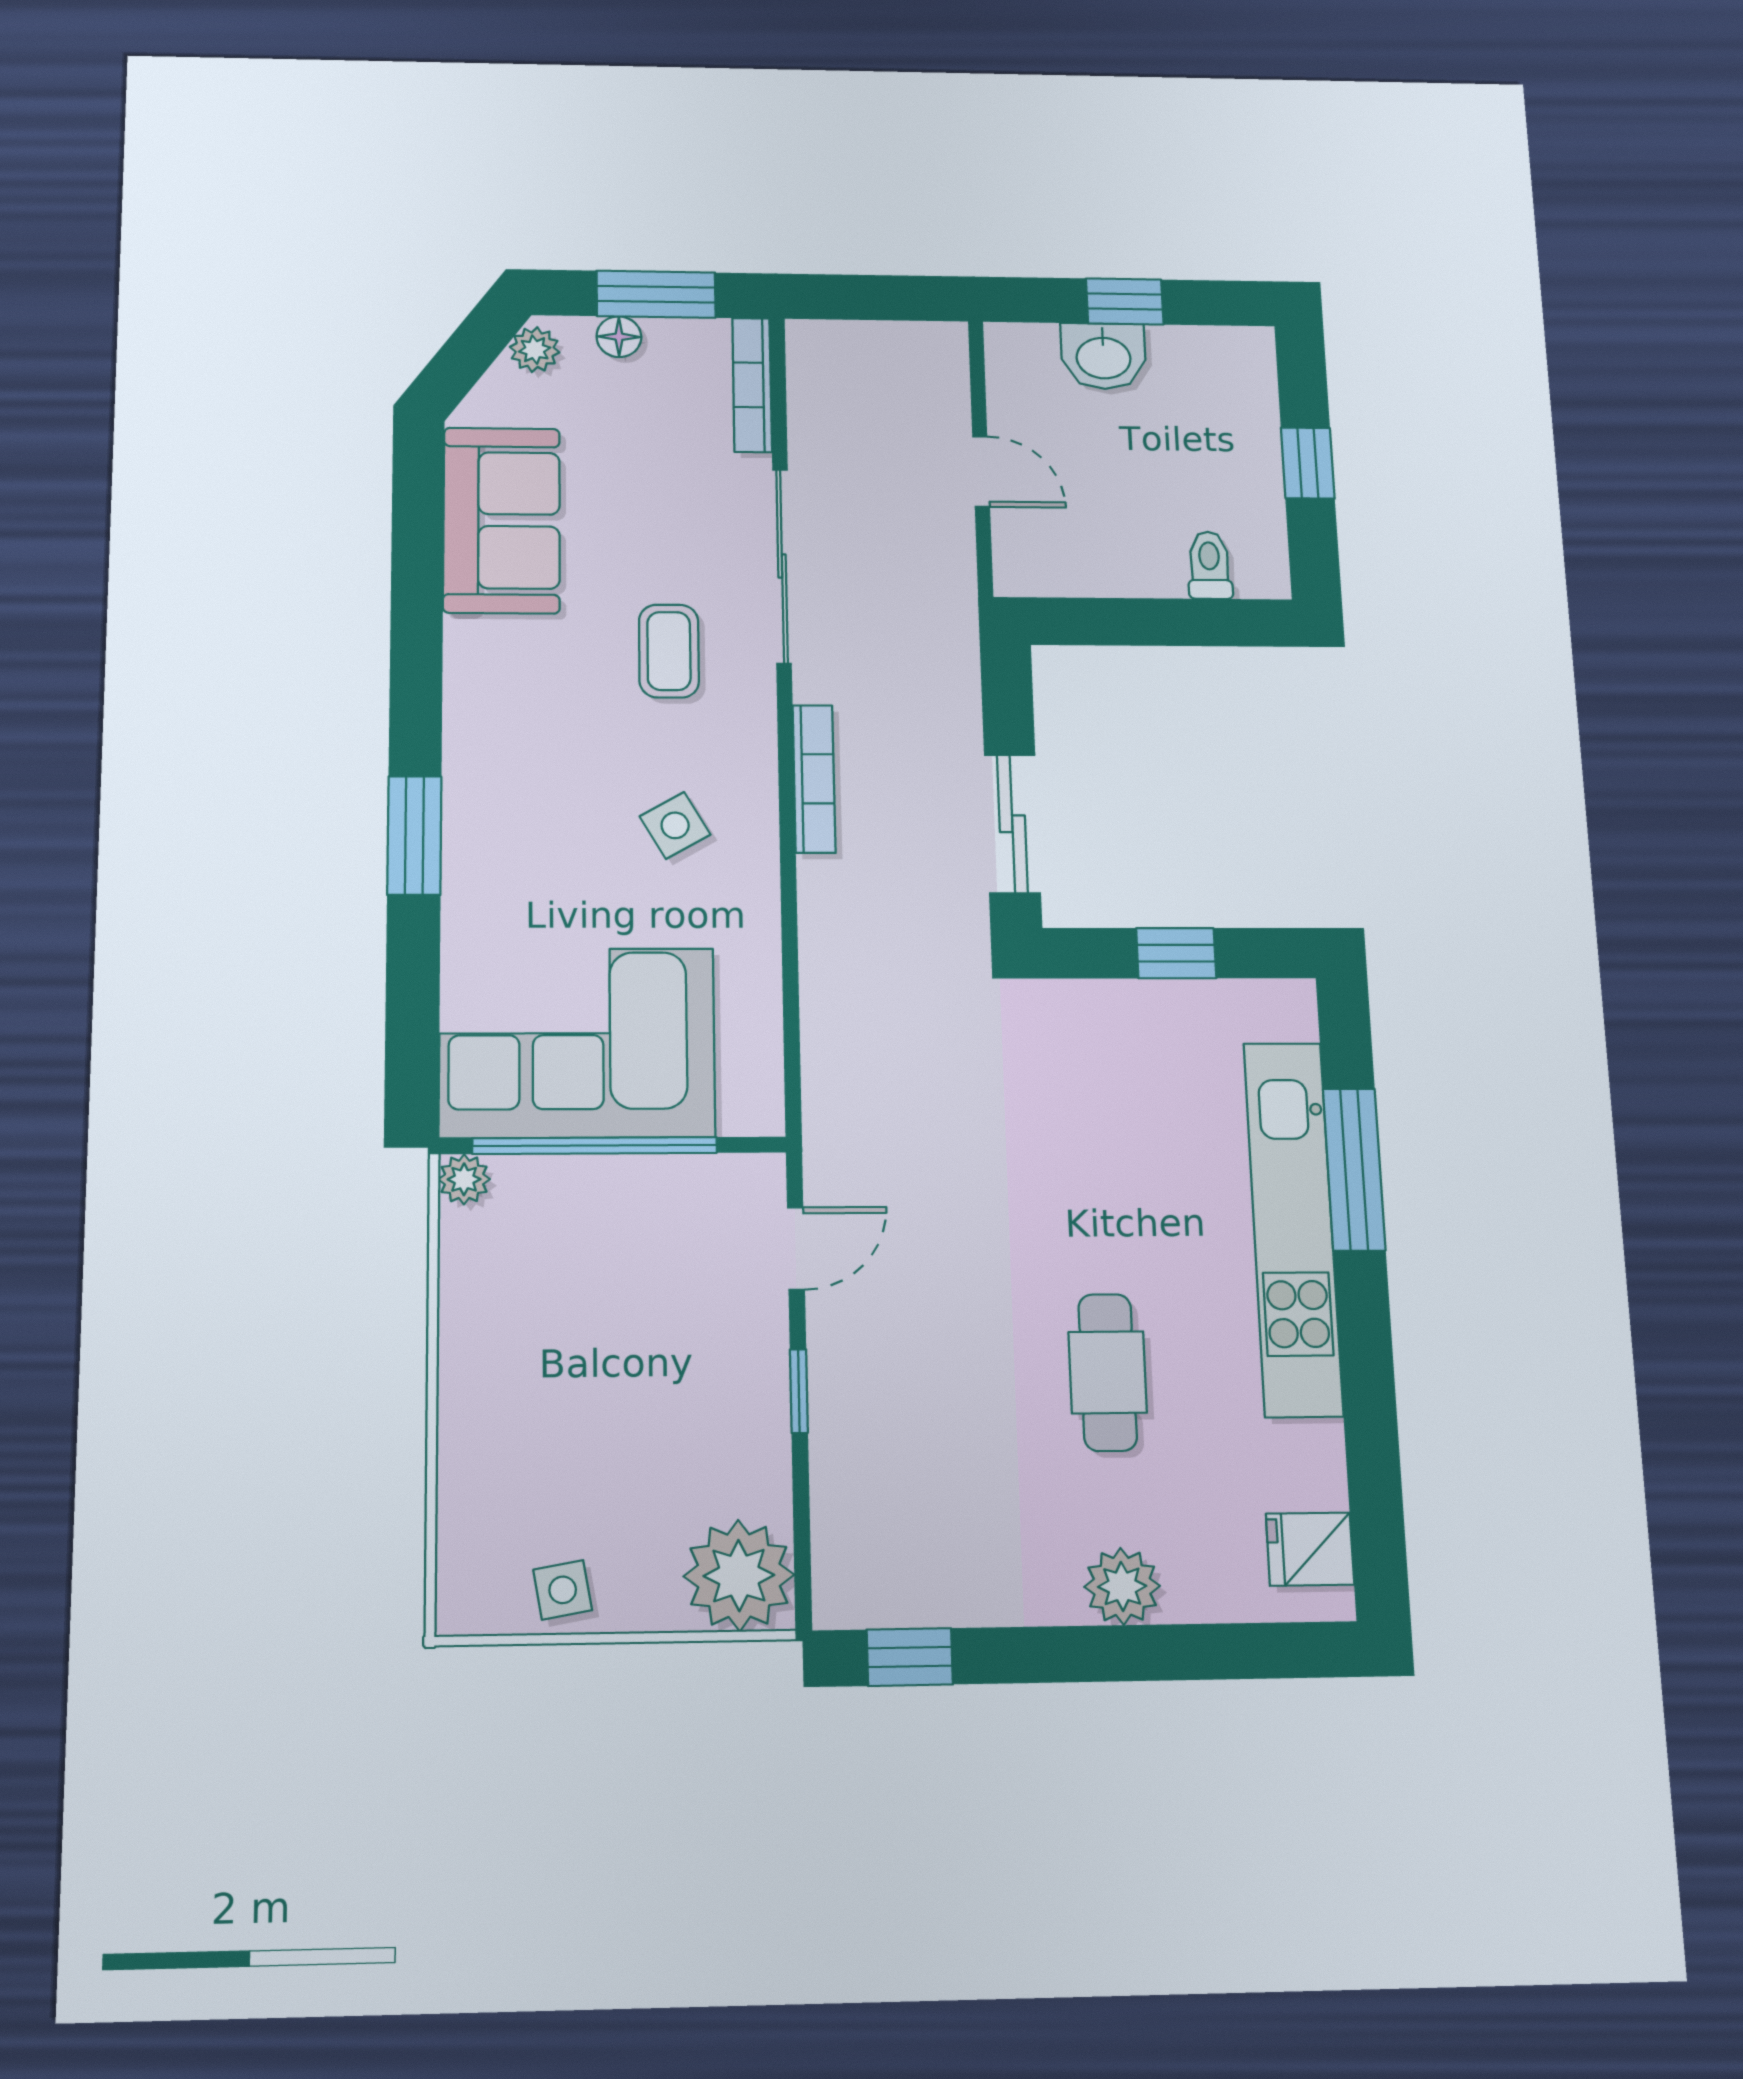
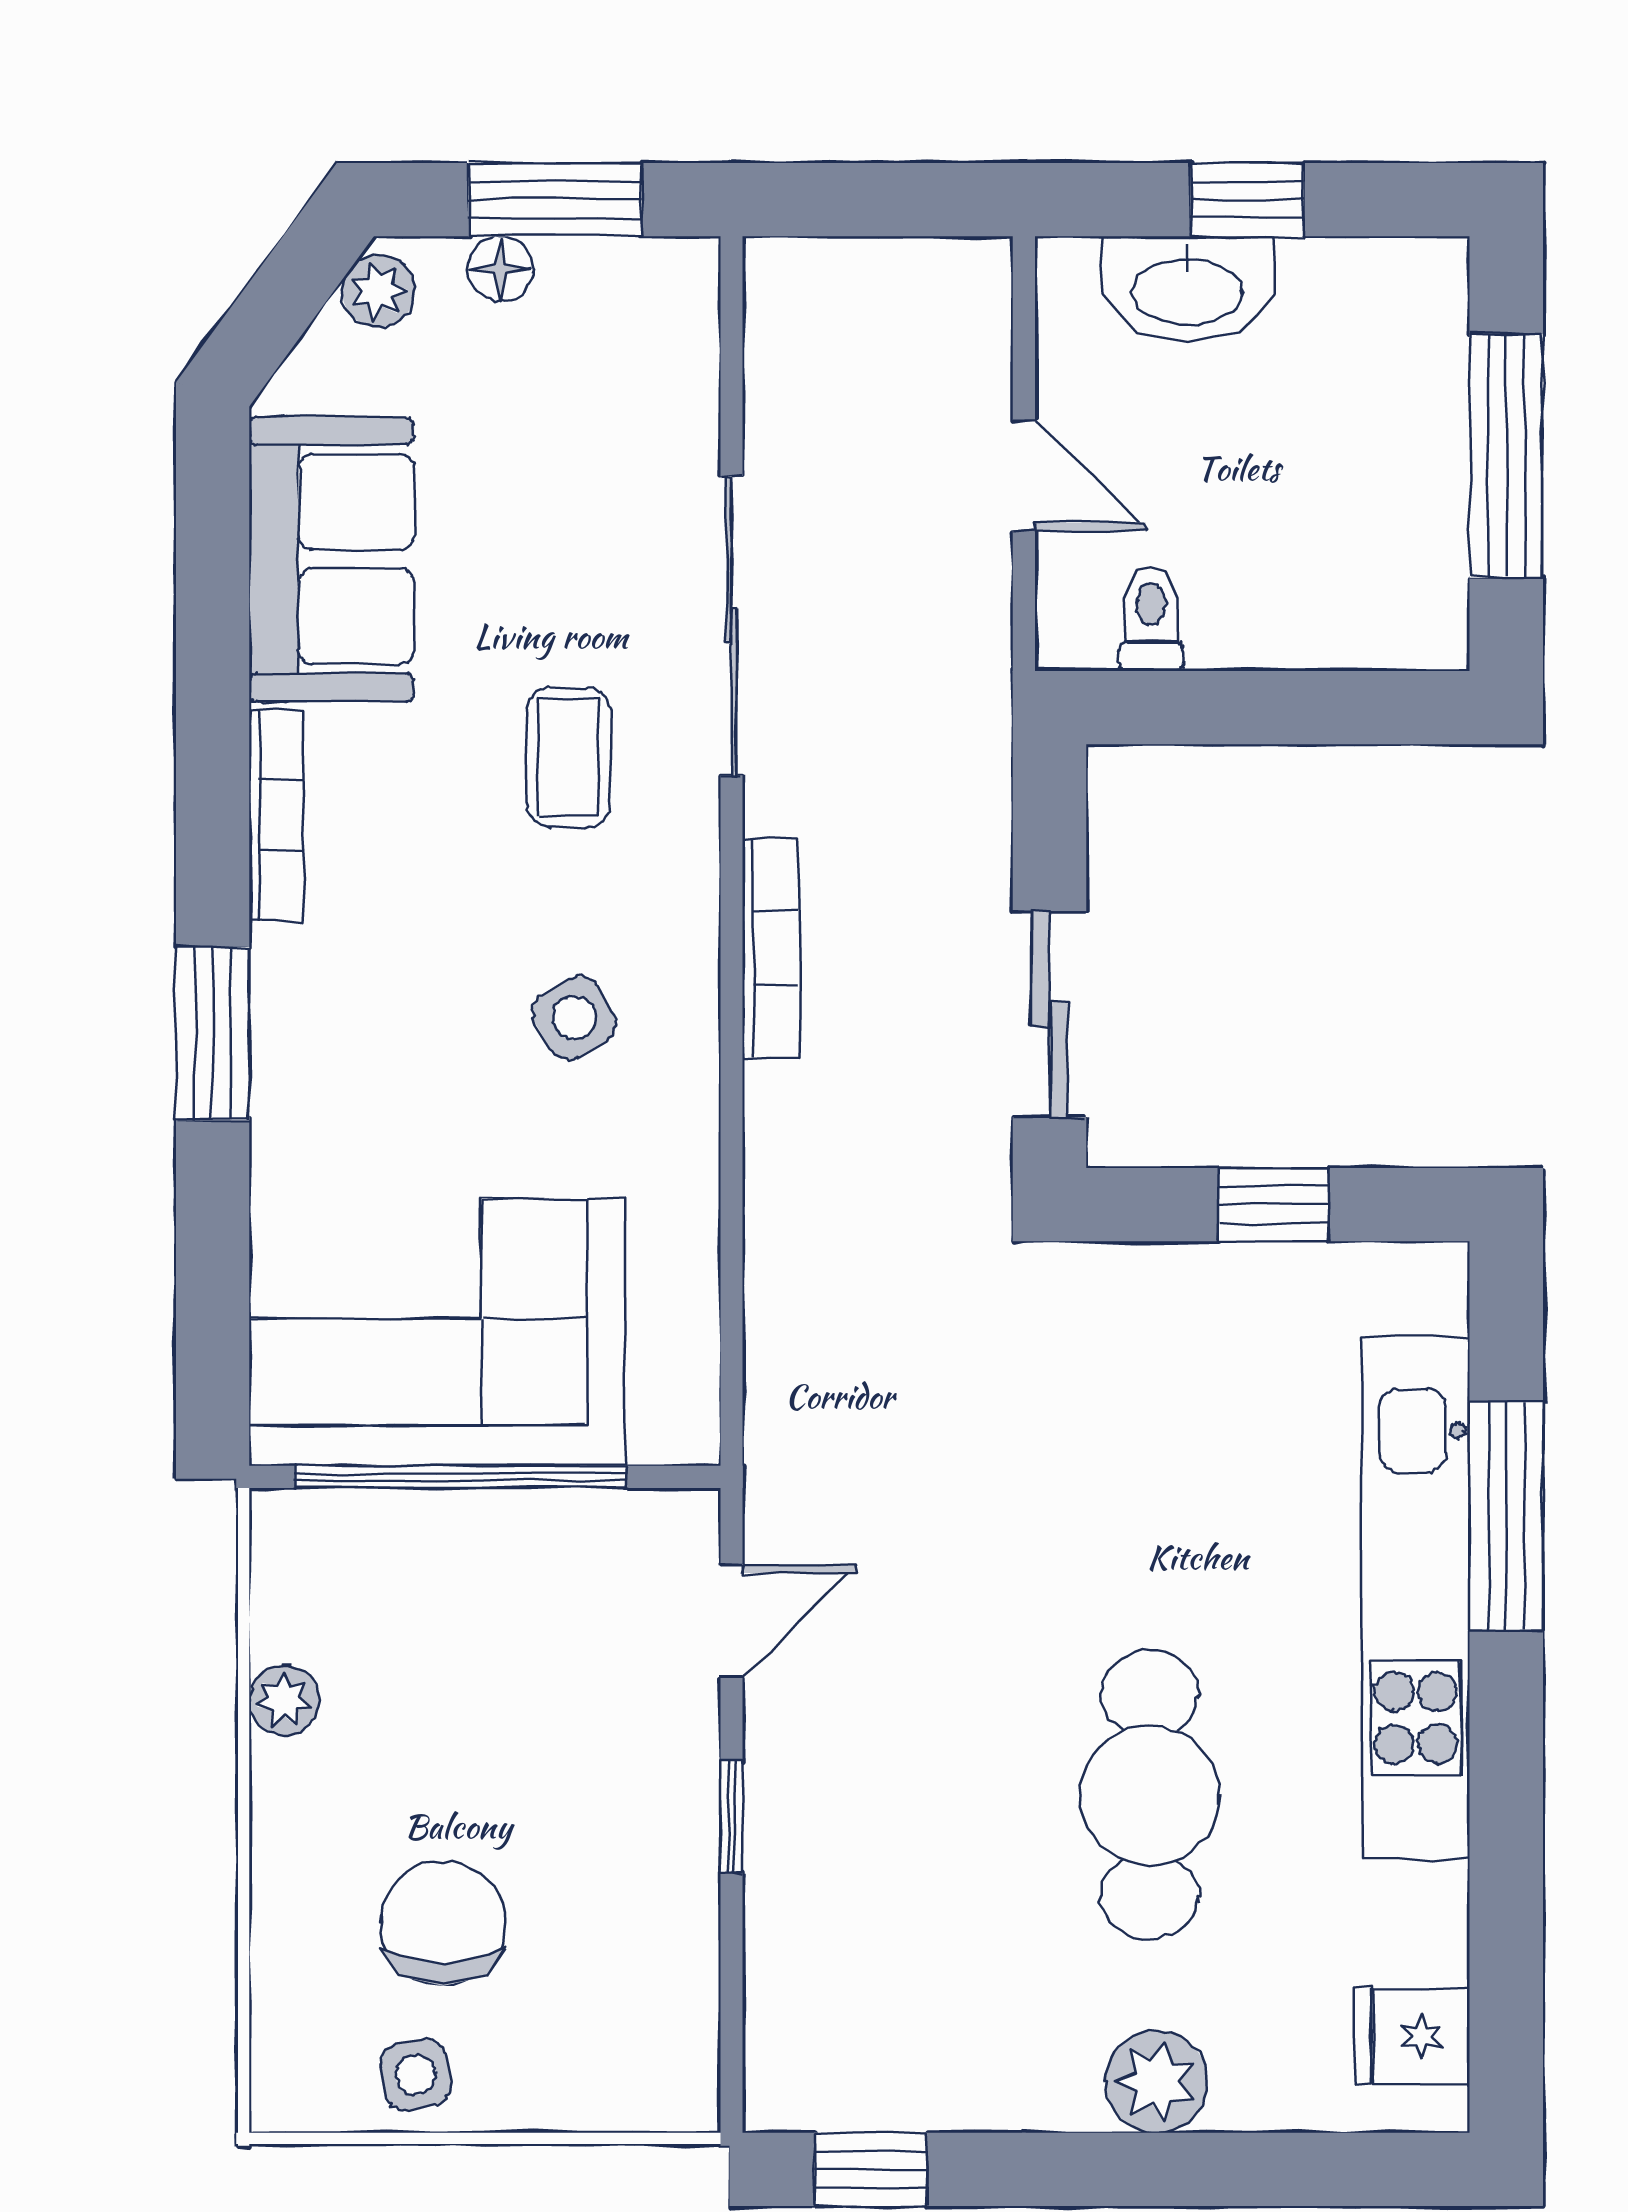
washbasin: (1103, 356) -> (1188, 289), width x1.38
bookcase: (752, 385) -> (276, 815), moved, turned 180
window: (1308, 463) -> (1506, 456), width x2.17
toilet: (1209, 565) -> (1151, 619), moved
plant: (464, 1179) -> (284, 1700), moved
cafe table: (1108, 1372) -> (1150, 1795), width x1.37, depth x1.35
chair: (583, 1474) -> (443, 1923), added
plant: (739, 1576) -> (647, 2060), removed

